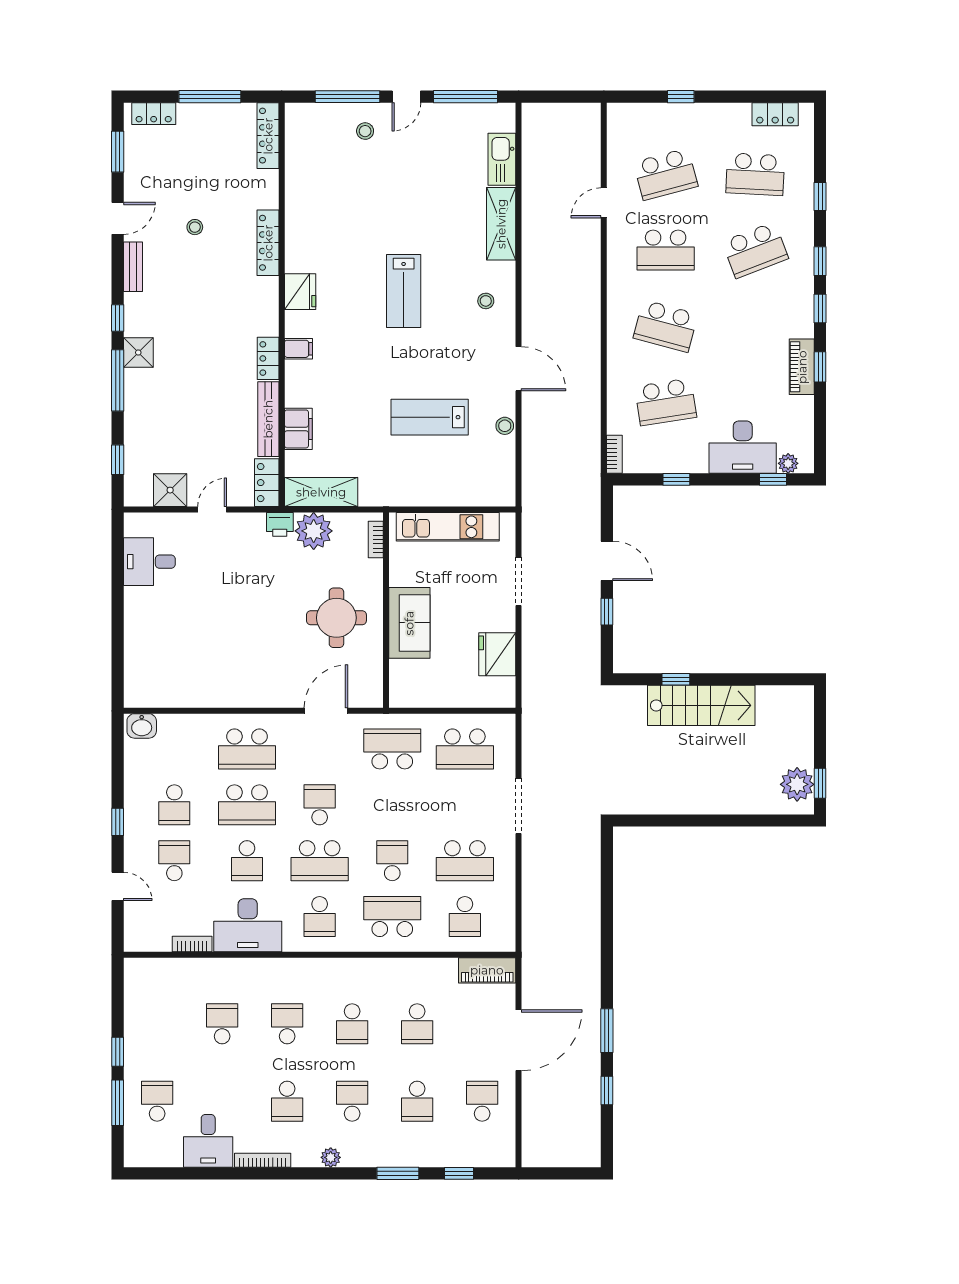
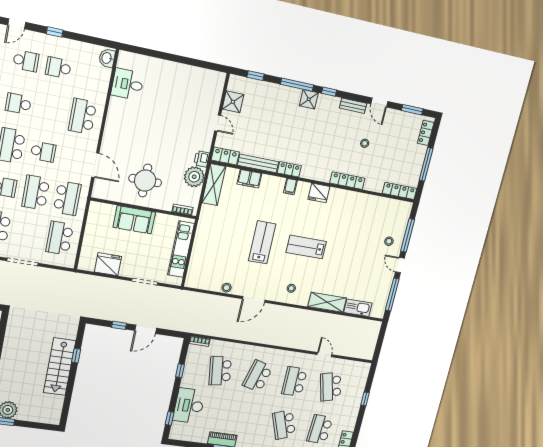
lab bench: (430, 417) -> (262, 242), moved
plant: (788, 463) -> (176, 427), removed
desk: (149, 562) -> (128, 84), moved, turned -90
school desk: (247, 805) -> (36, 193), moved

